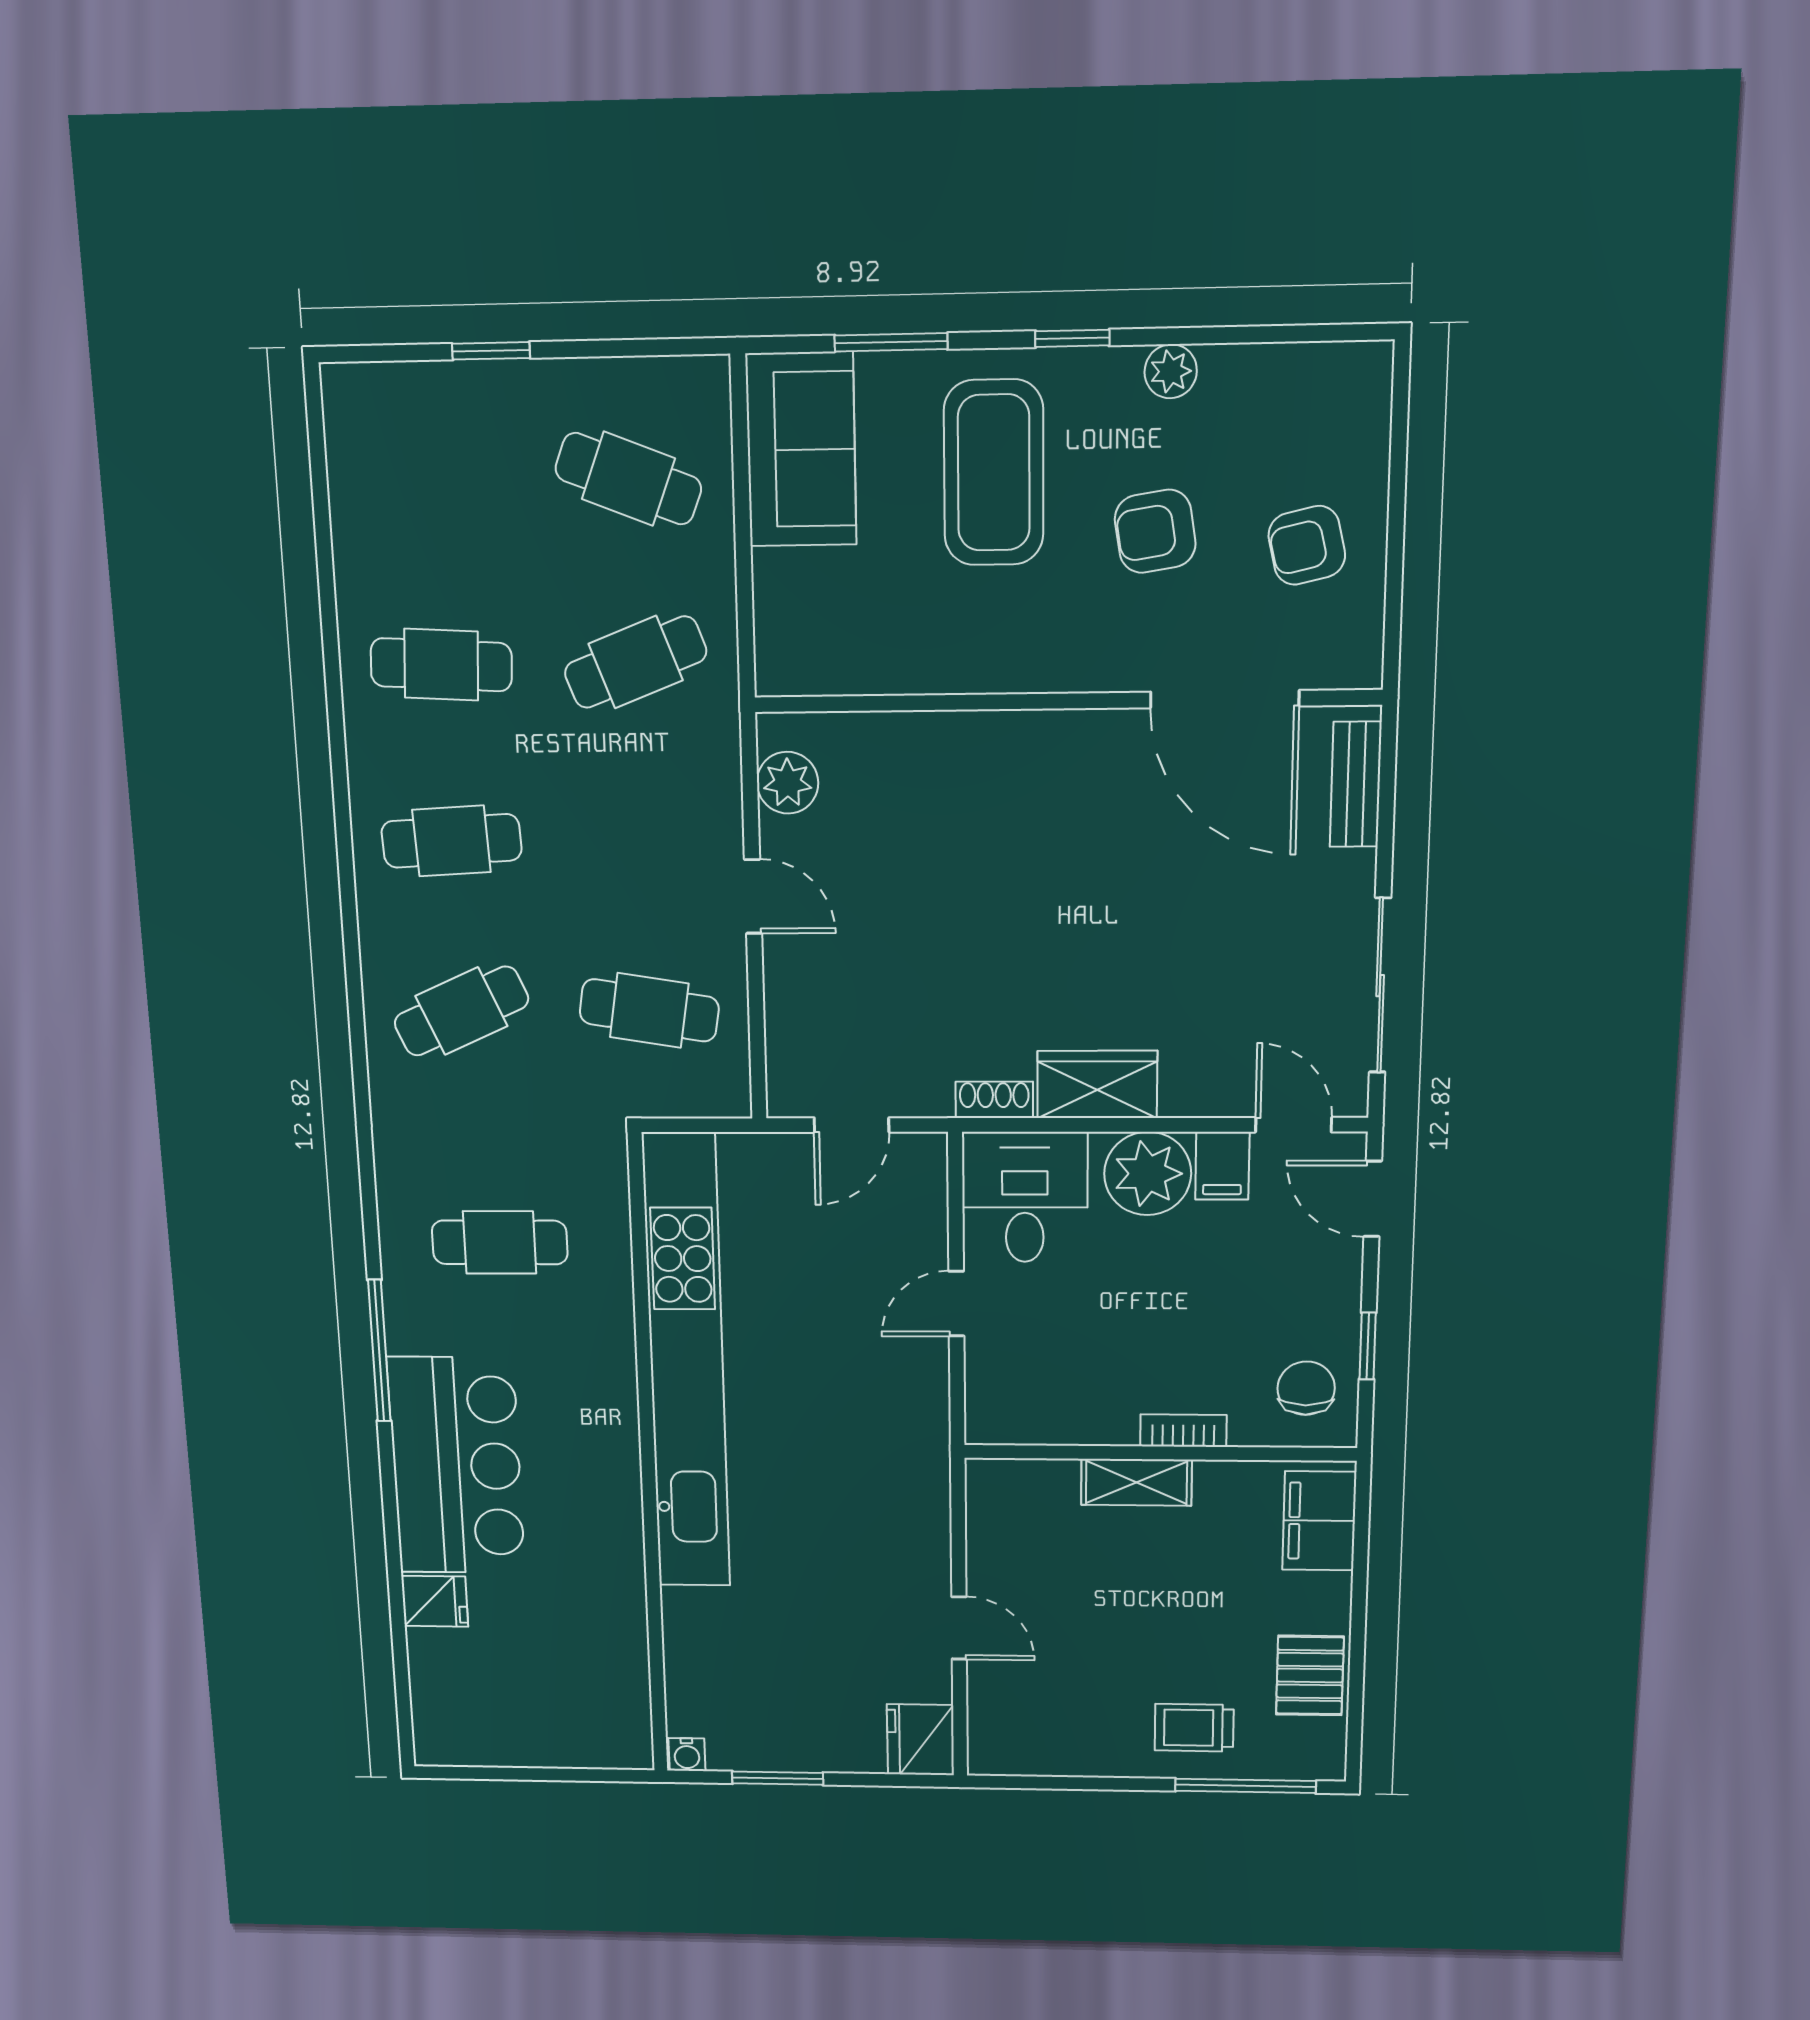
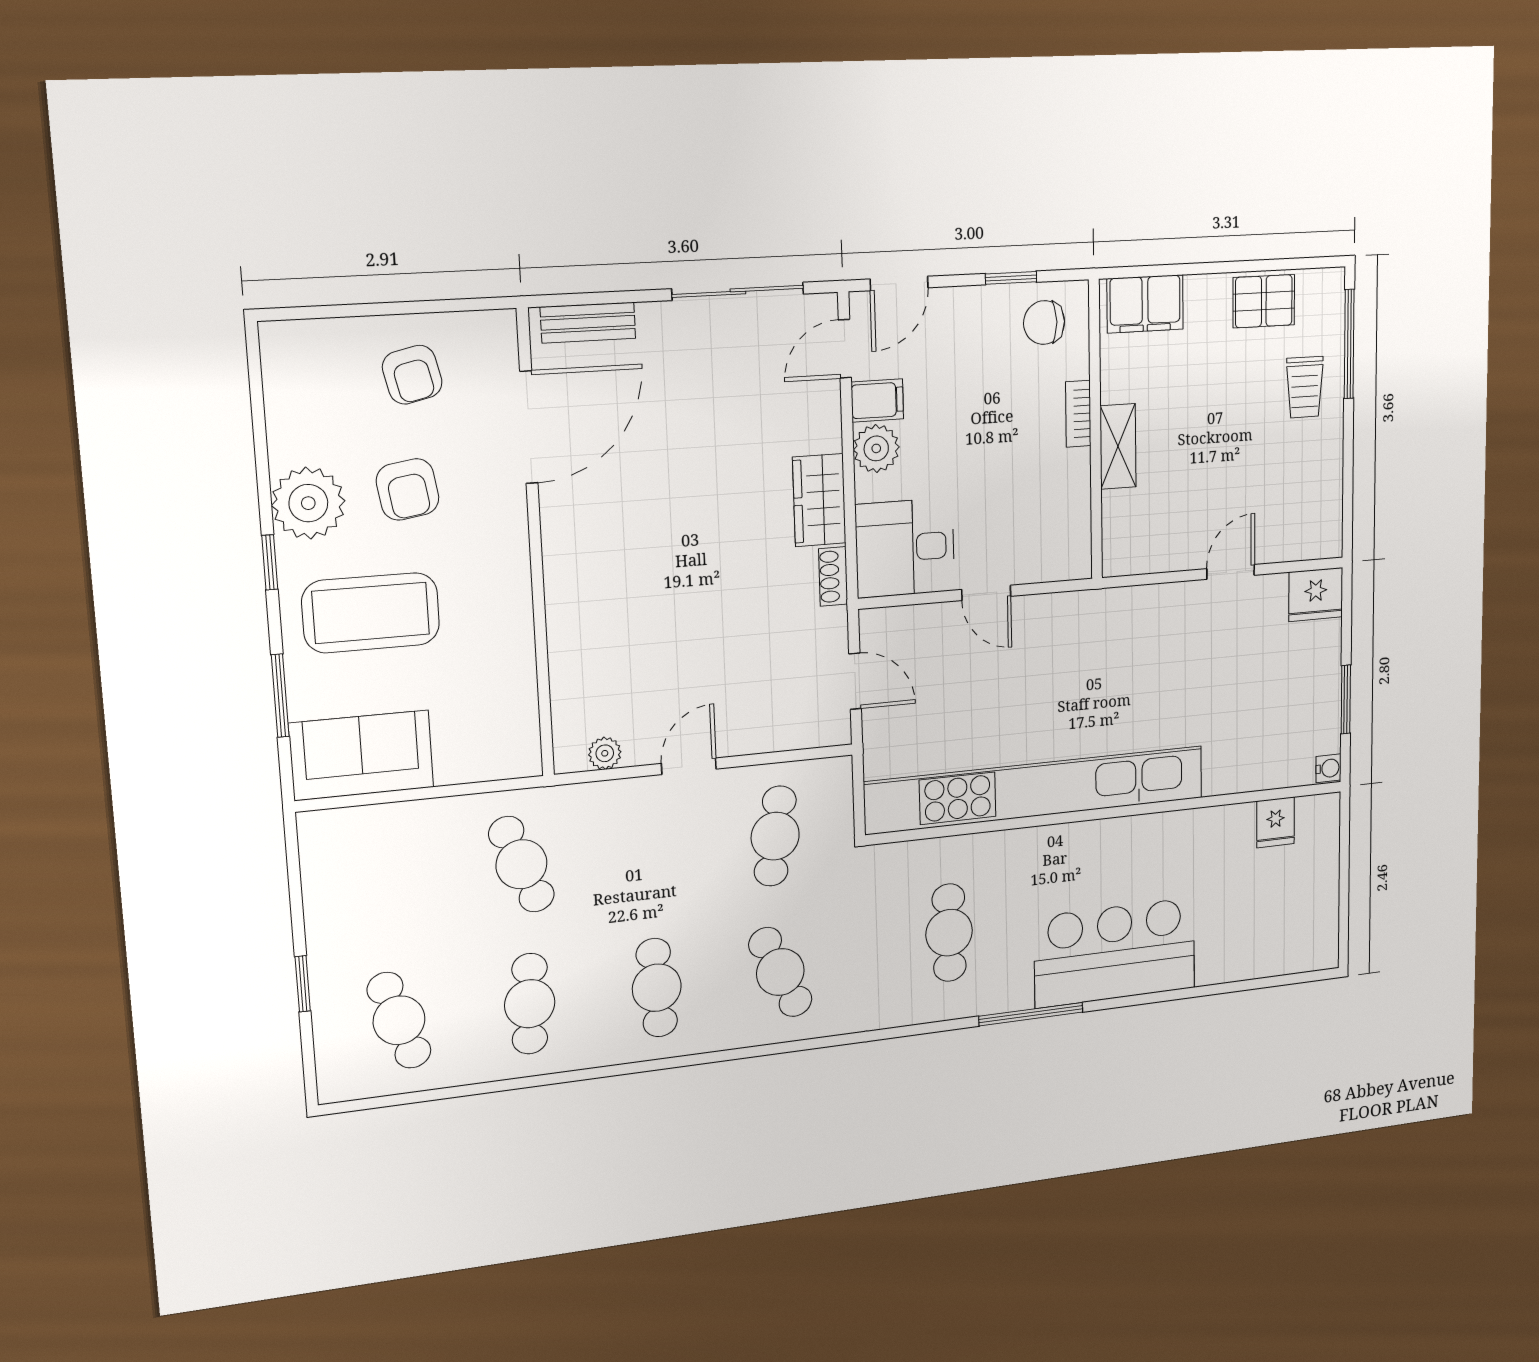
plant: (1171, 371) -> (308, 503), width x1.88, depth x1.88
cafe table: (628, 479) -> (399, 1020), moved, turned -39
plant: (788, 783) -> (605, 753), width x0.73, depth x0.73
plant: (1148, 1174) -> (876, 448), width x0.73, depth x0.73
fridge: (435, 1601) -> (1276, 822), moved, turned 180

